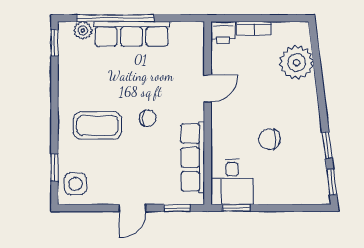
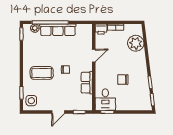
row of seats: (193, 157) -> (87, 83), width x0.68

